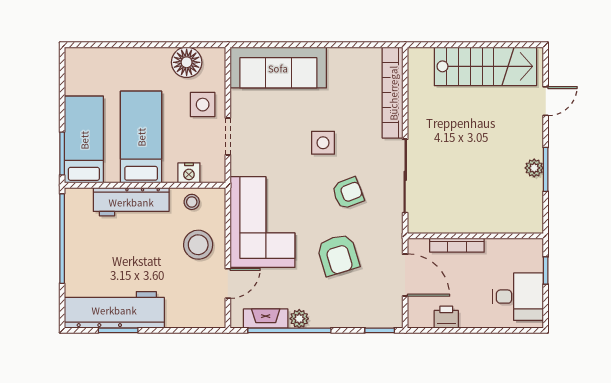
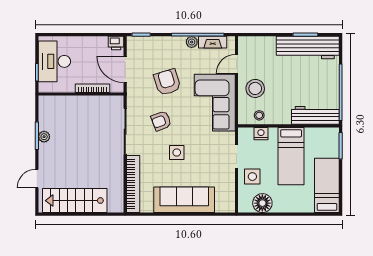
sofa: (278, 68) -> (184, 200), moved
bed: (84, 140) -> (327, 185), moved, turned 180
workbench: (131, 202) -> (315, 115), moved
desk: (518, 297) -> (54, 61), width x1.37
printer: (446, 317) -> (116, 43), moved

